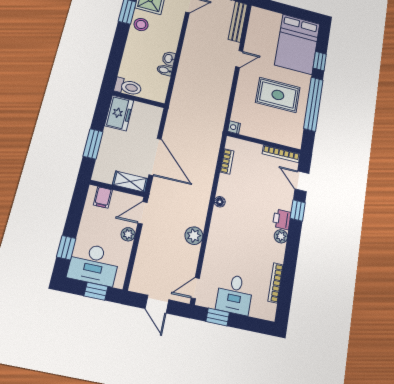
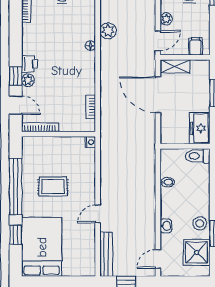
washbasin: (169, 59) -> (166, 226), moved
rug: (278, 95) -> (53, 187), width x0.73, depth x0.70
floor lamp: (220, 202) -> (90, 46), moved
plant: (281, 236) -> (28, 80), moved

